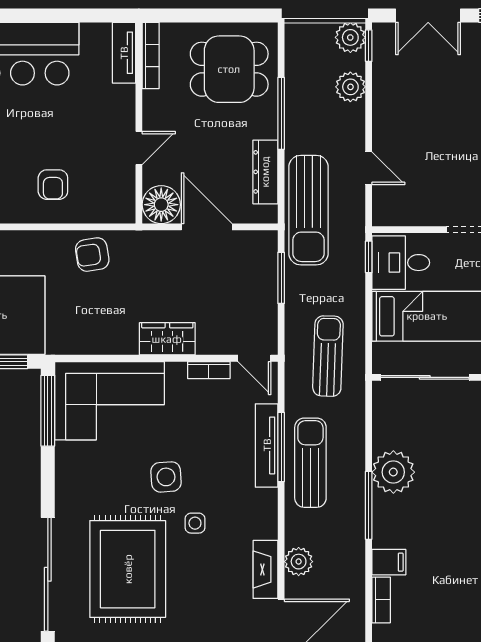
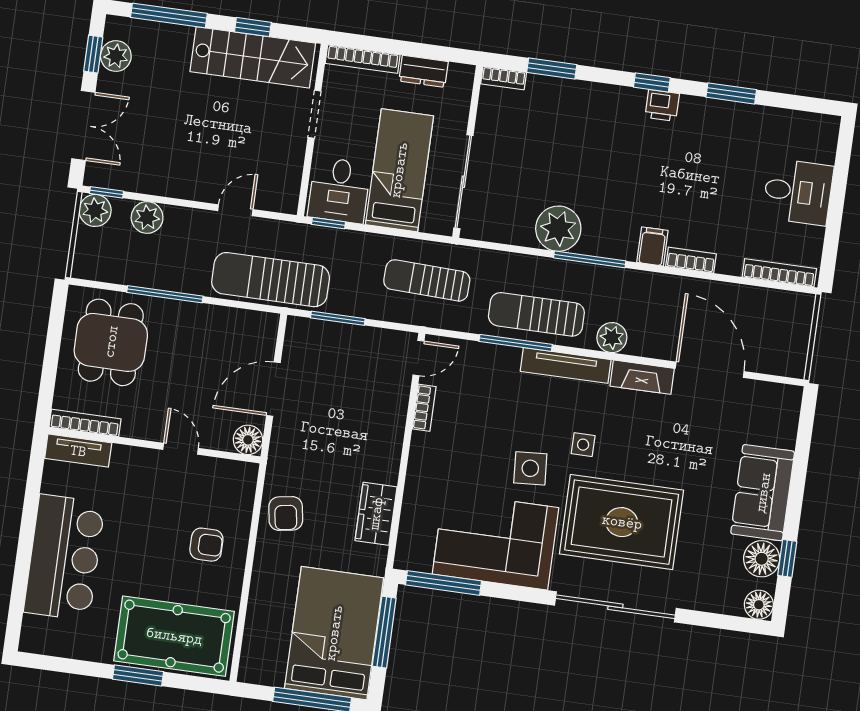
dresser: (265, 172) -> (224, 319), removed
floor lamp: (161, 205) -> (248, 440), width x0.73, depth x0.73
sun lounger: (308, 210) -> (271, 280), turned 180
wardrobe: (167, 339) -> (376, 514), moved
corner sofa: (110, 401) -> (496, 541), moved, turned -90
tv unit: (267, 445) -> (566, 365), moved
plant: (299, 562) -> (612, 338), moved

